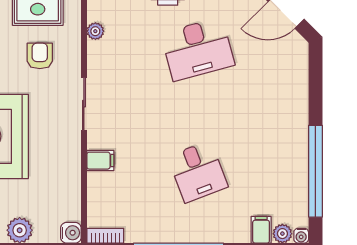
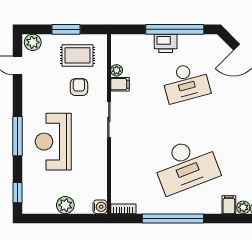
filing cabinet: (100, 161) -> (120, 84), moved
desk: (198, 172) -> (186, 165), width x1.87, depth x1.30

